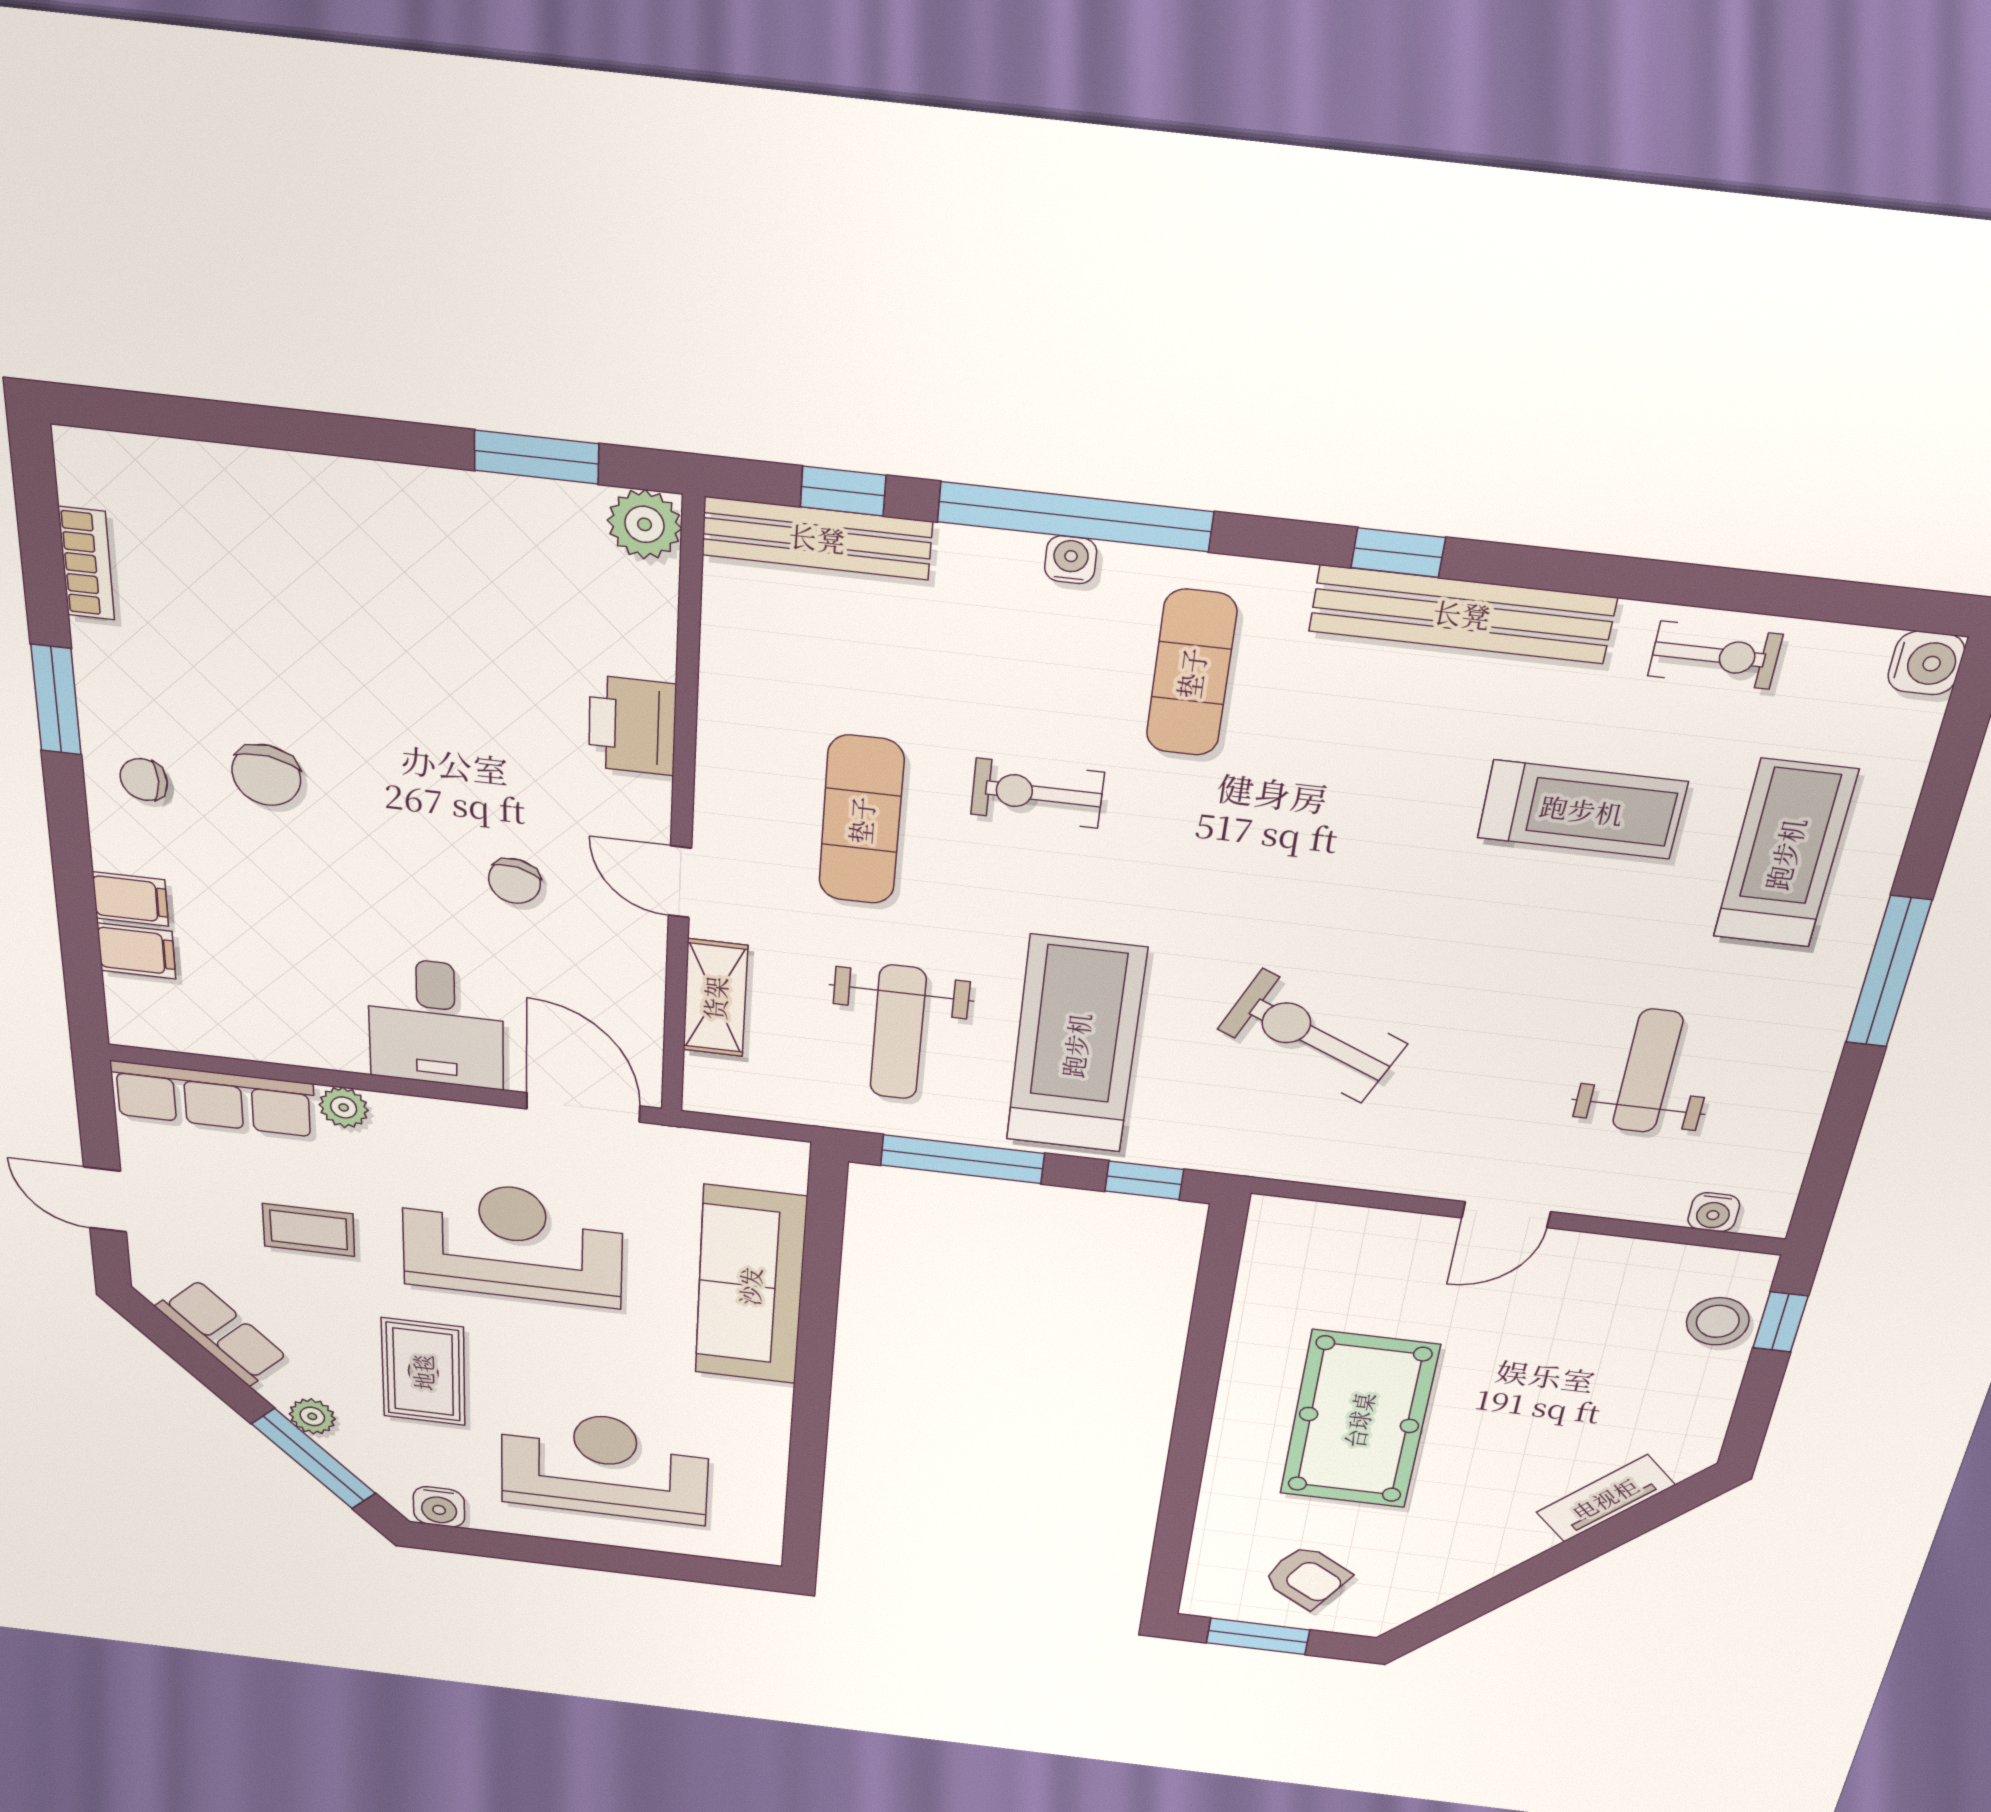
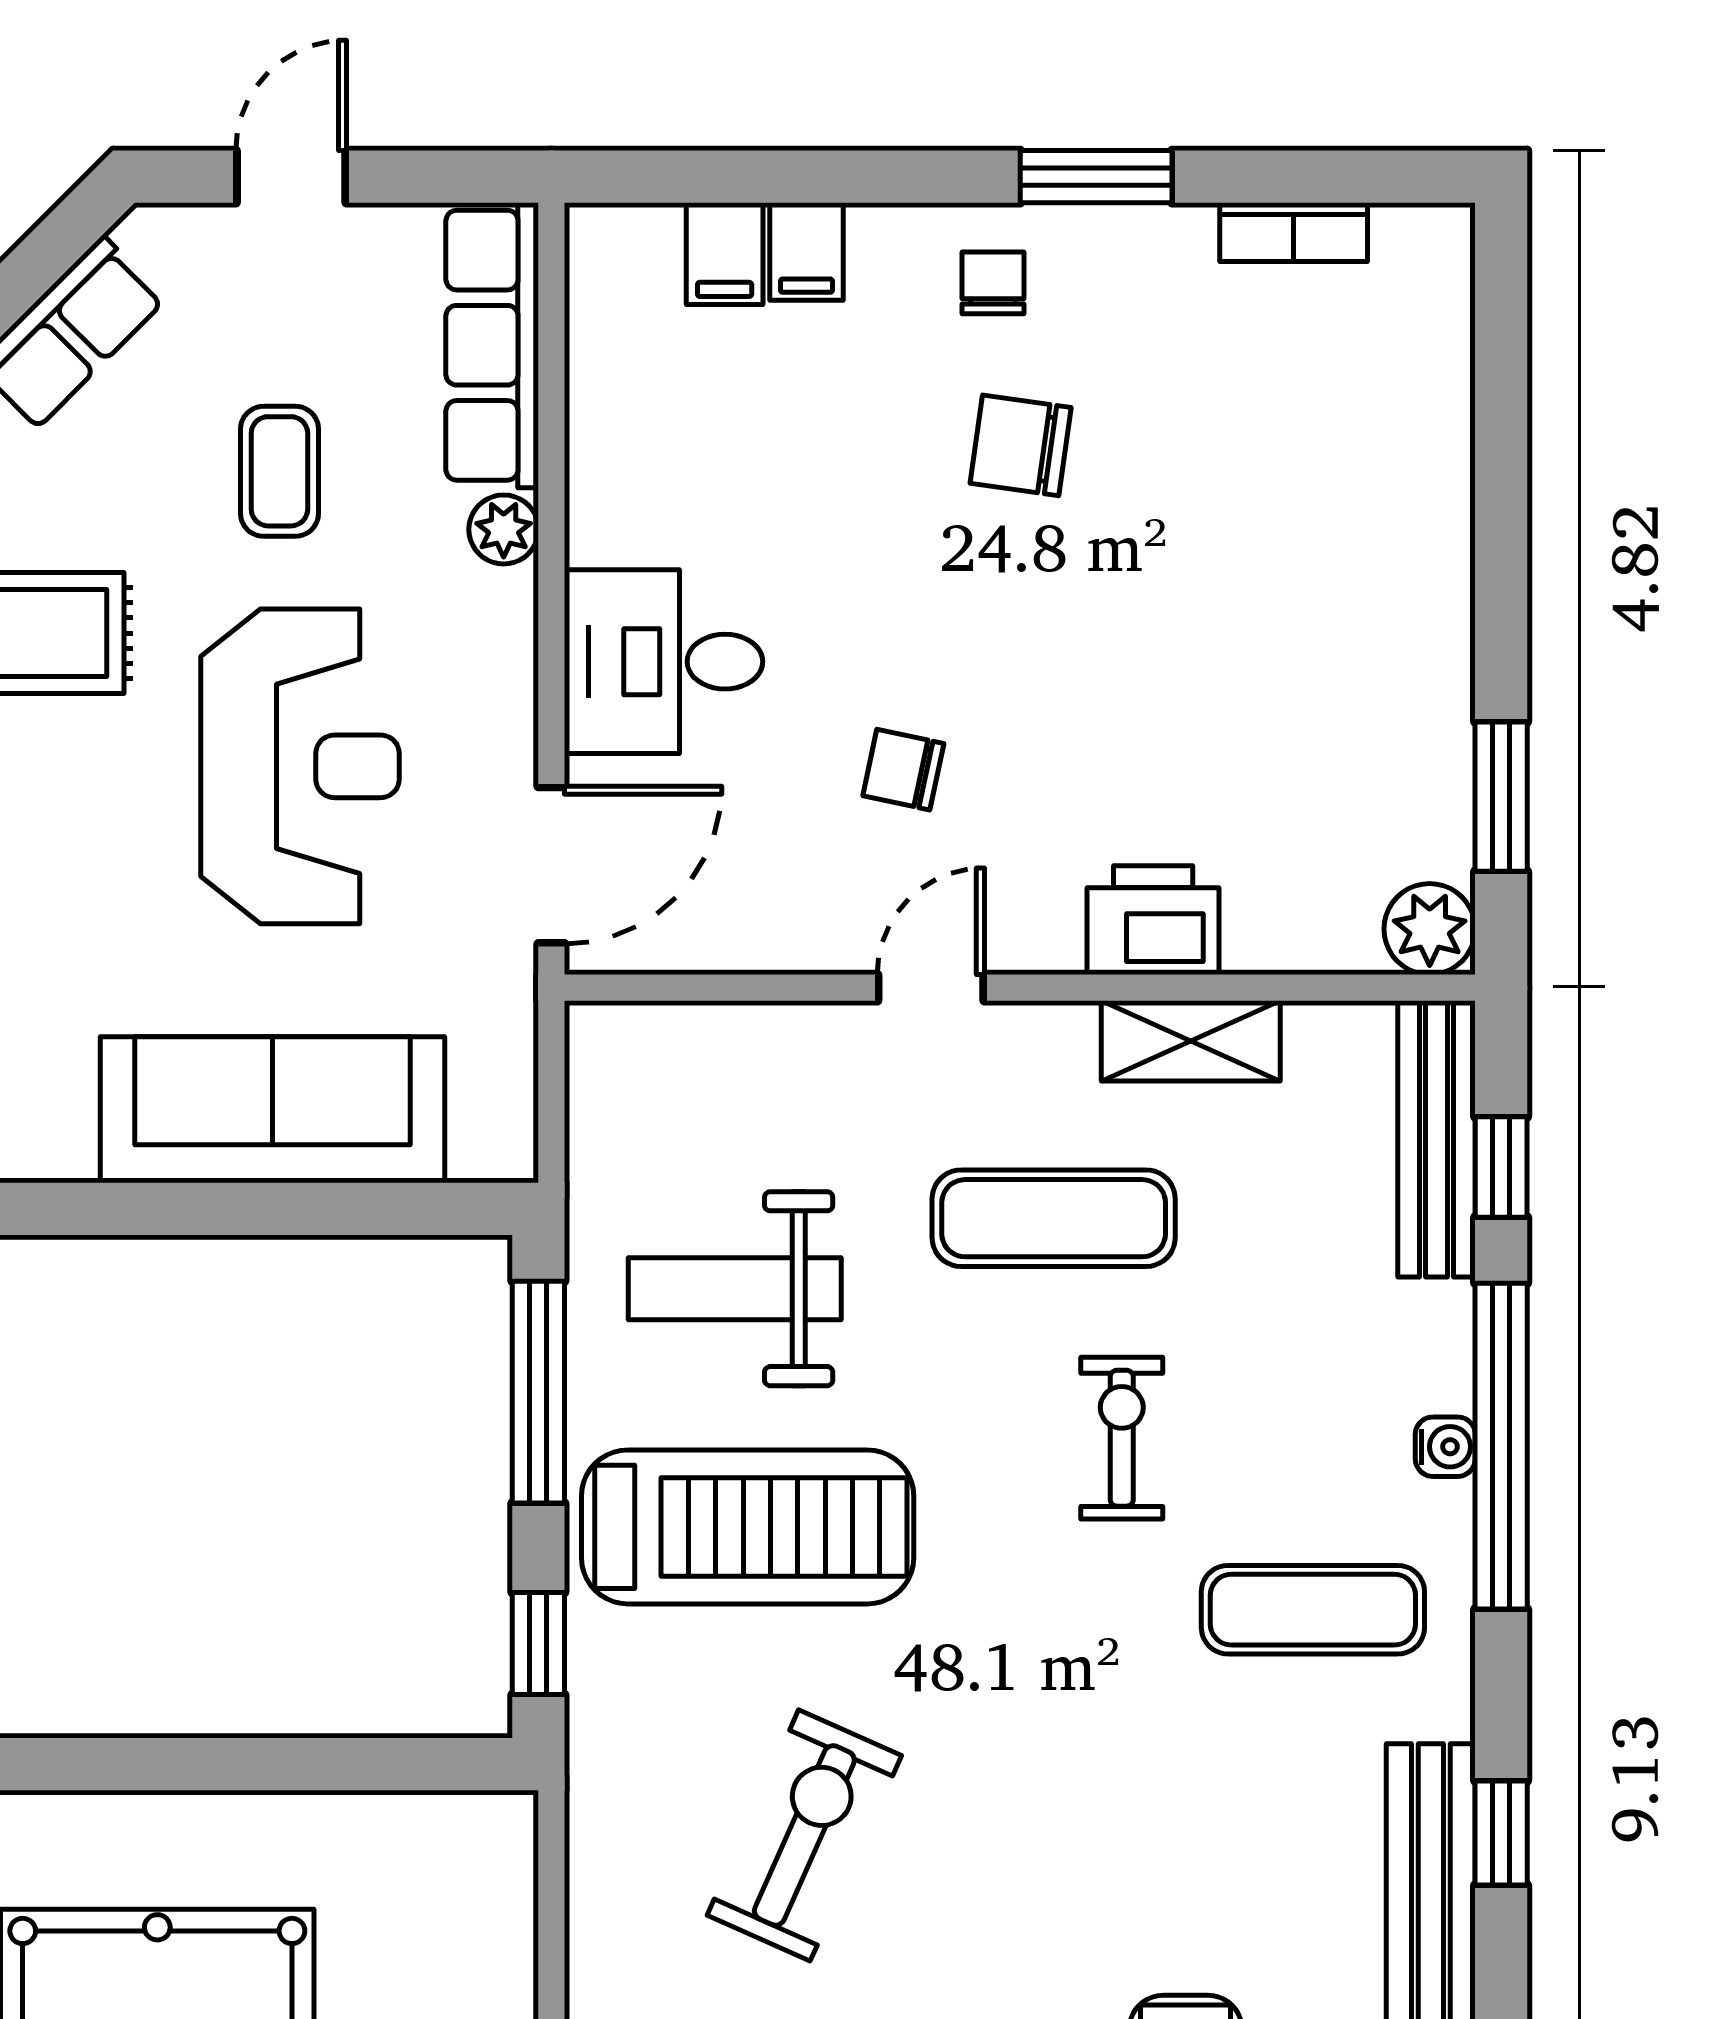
shelving: (715, 998) -> (1191, 1041), moved

